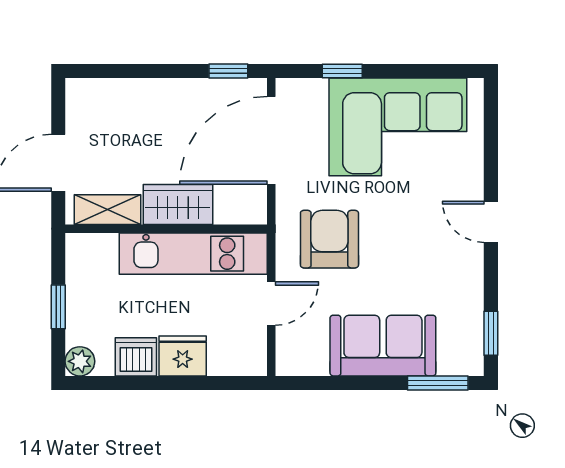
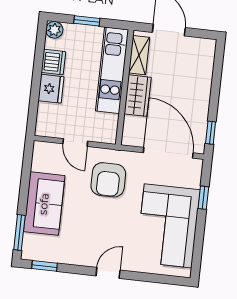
armchair: (329, 239) -> (108, 180), turned 90
kitchen unit: (193, 254) -> (112, 70), moved

